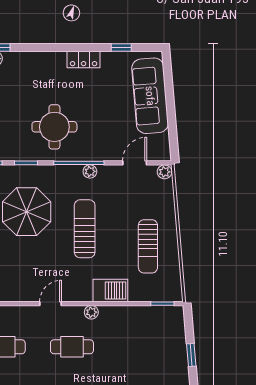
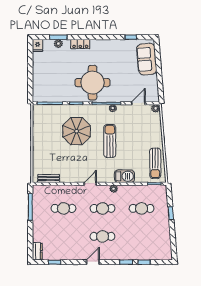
locker: (84, 59) -> (80, 44), moved
sofa: (150, 96) -> (147, 59), width x0.73
round table: (54, 127) -> (92, 83), width x1.36, depth x1.36
sun lounger: (148, 246) -> (155, 163), moved
cafe table: (140, 347) -> (142, 208), added

